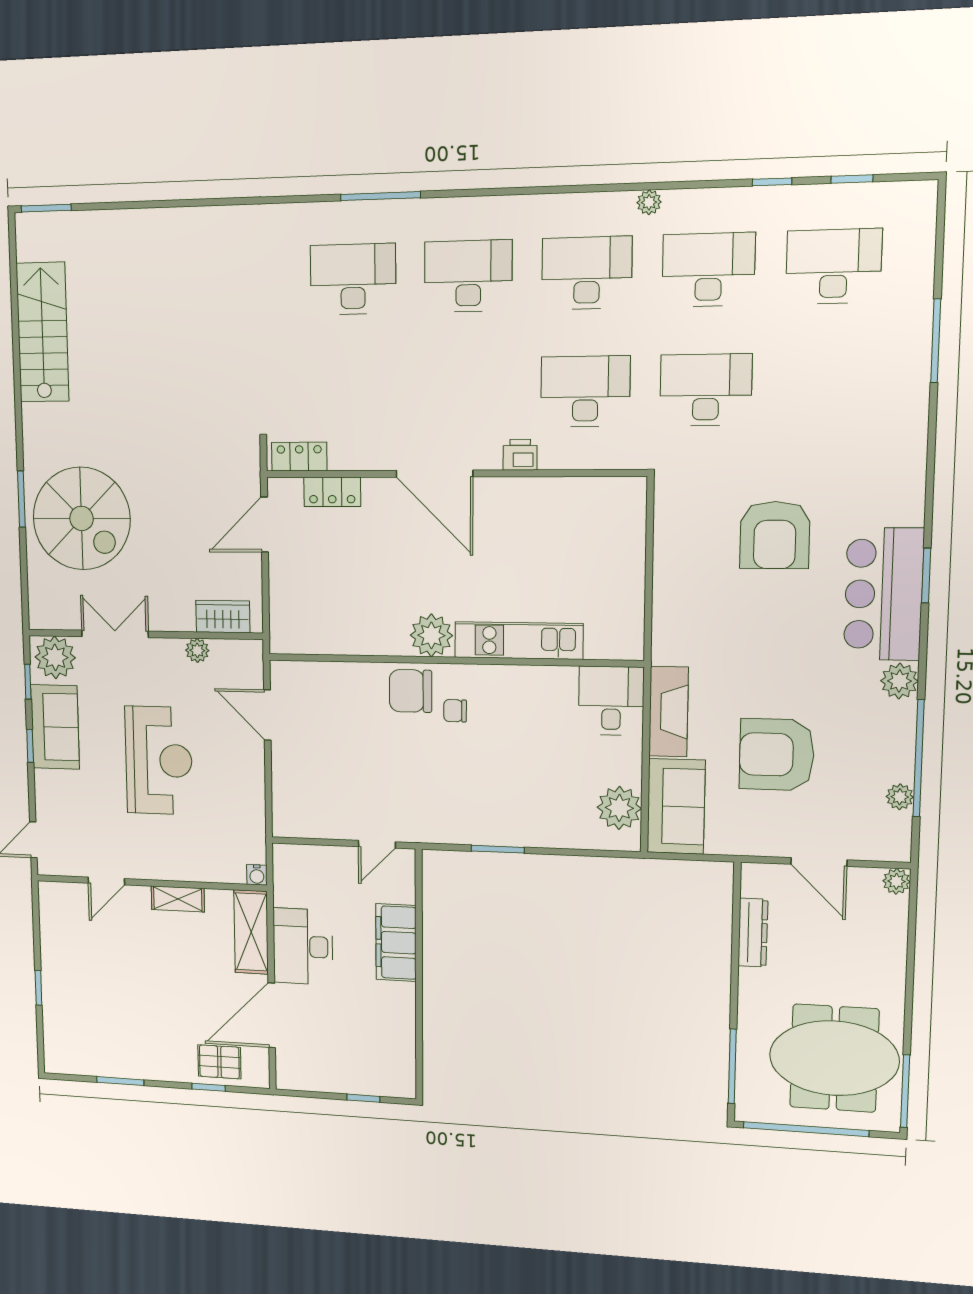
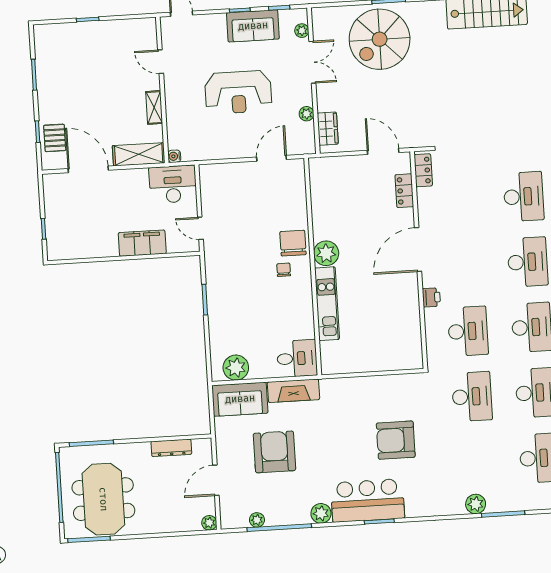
plant: (911, 393) -> (476, 504), added
plant: (55, 657) -> (302, 31), width x0.53, depth x0.53
desk: (303, 946) -> (173, 184), moved

